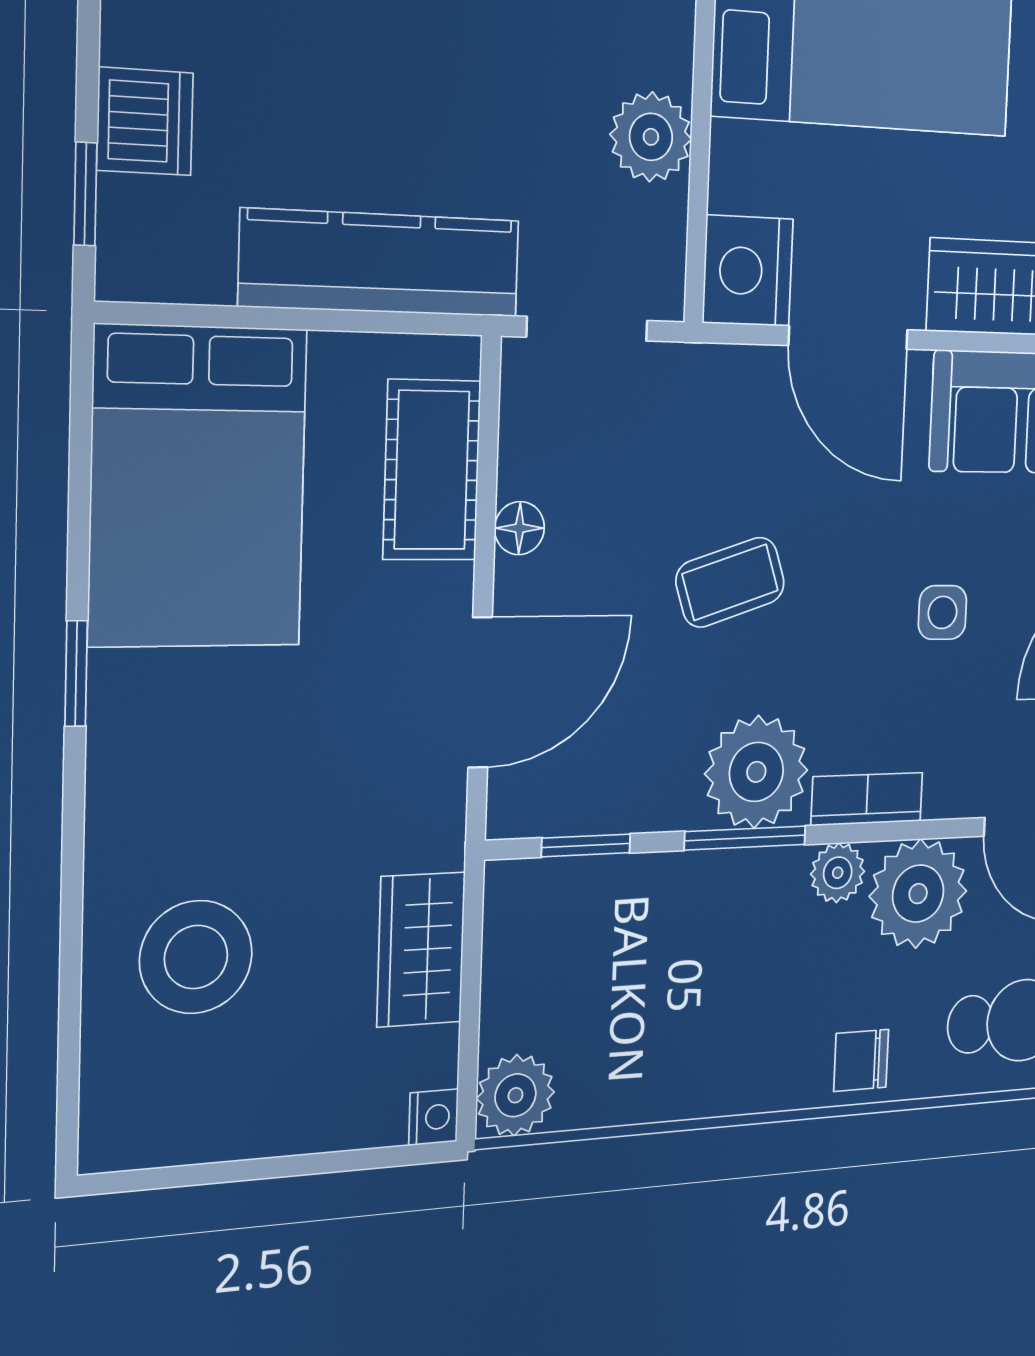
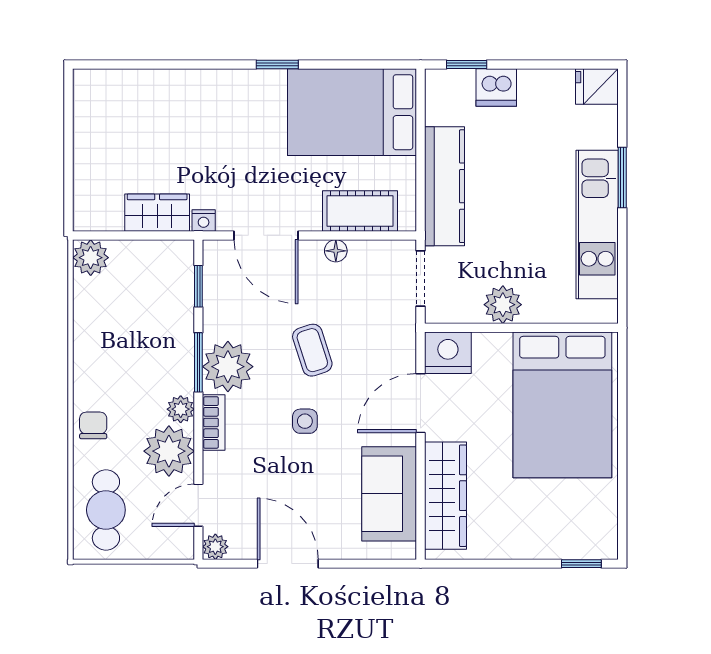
side table: (942, 612) -> (305, 421), moved
stool: (196, 957) -> (160, 116), removed
nightstand: (434, 1117) -> (204, 221), moved

